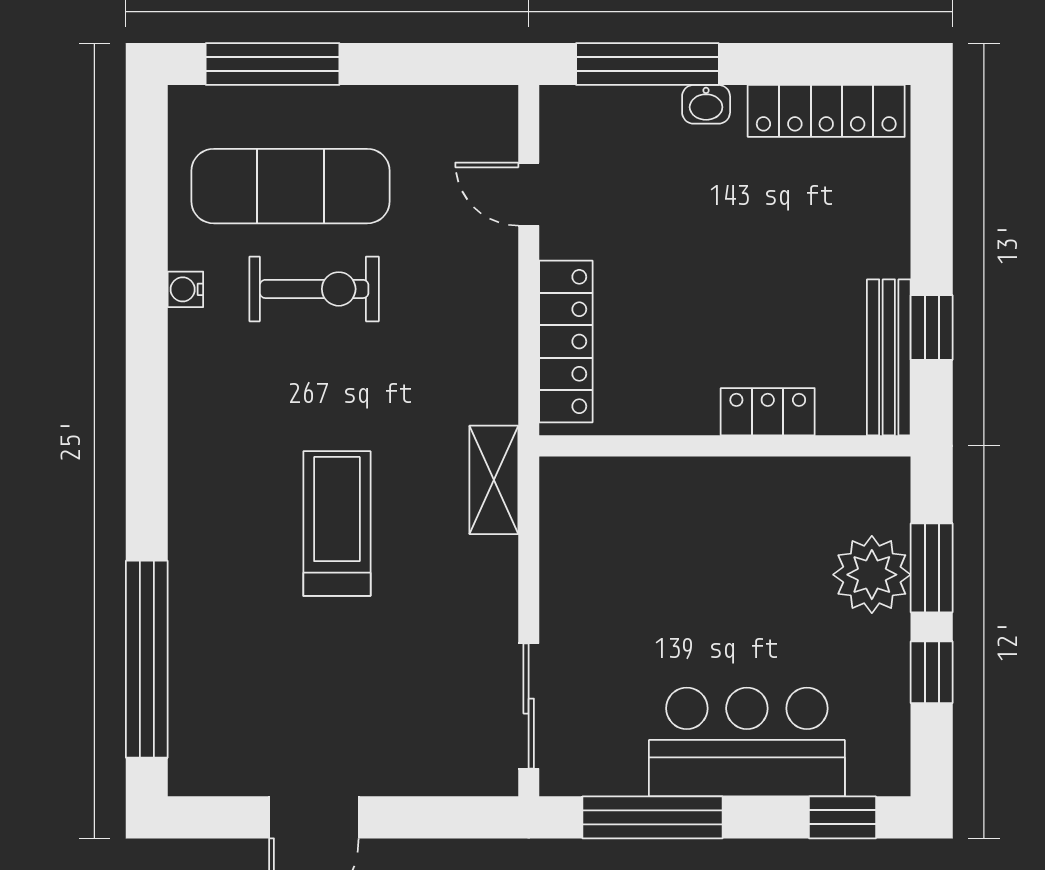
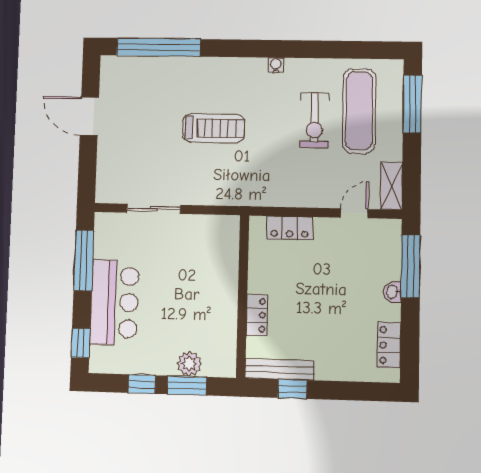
locker: (826, 111) -> (389, 345), width x0.66
water cooler: (185, 289) -> (276, 65), moved
locker: (566, 342) -> (290, 228), width x0.66
shelving: (494, 480) -> (392, 186), moved, turned 90
plant: (872, 575) -> (189, 364), width x0.73, depth x0.73
sliding door: (529, 706) -> (154, 209), moved

